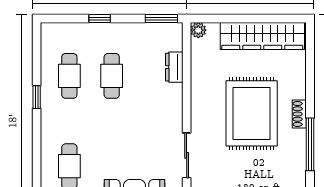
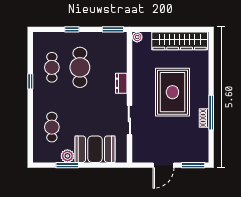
dresser: (174, 67) -> (121, 83), moved
cafe table: (112, 76) -> (80, 67), width x1.37, depth x1.35
shoe rack: (299, 114) -> (204, 118), moved

